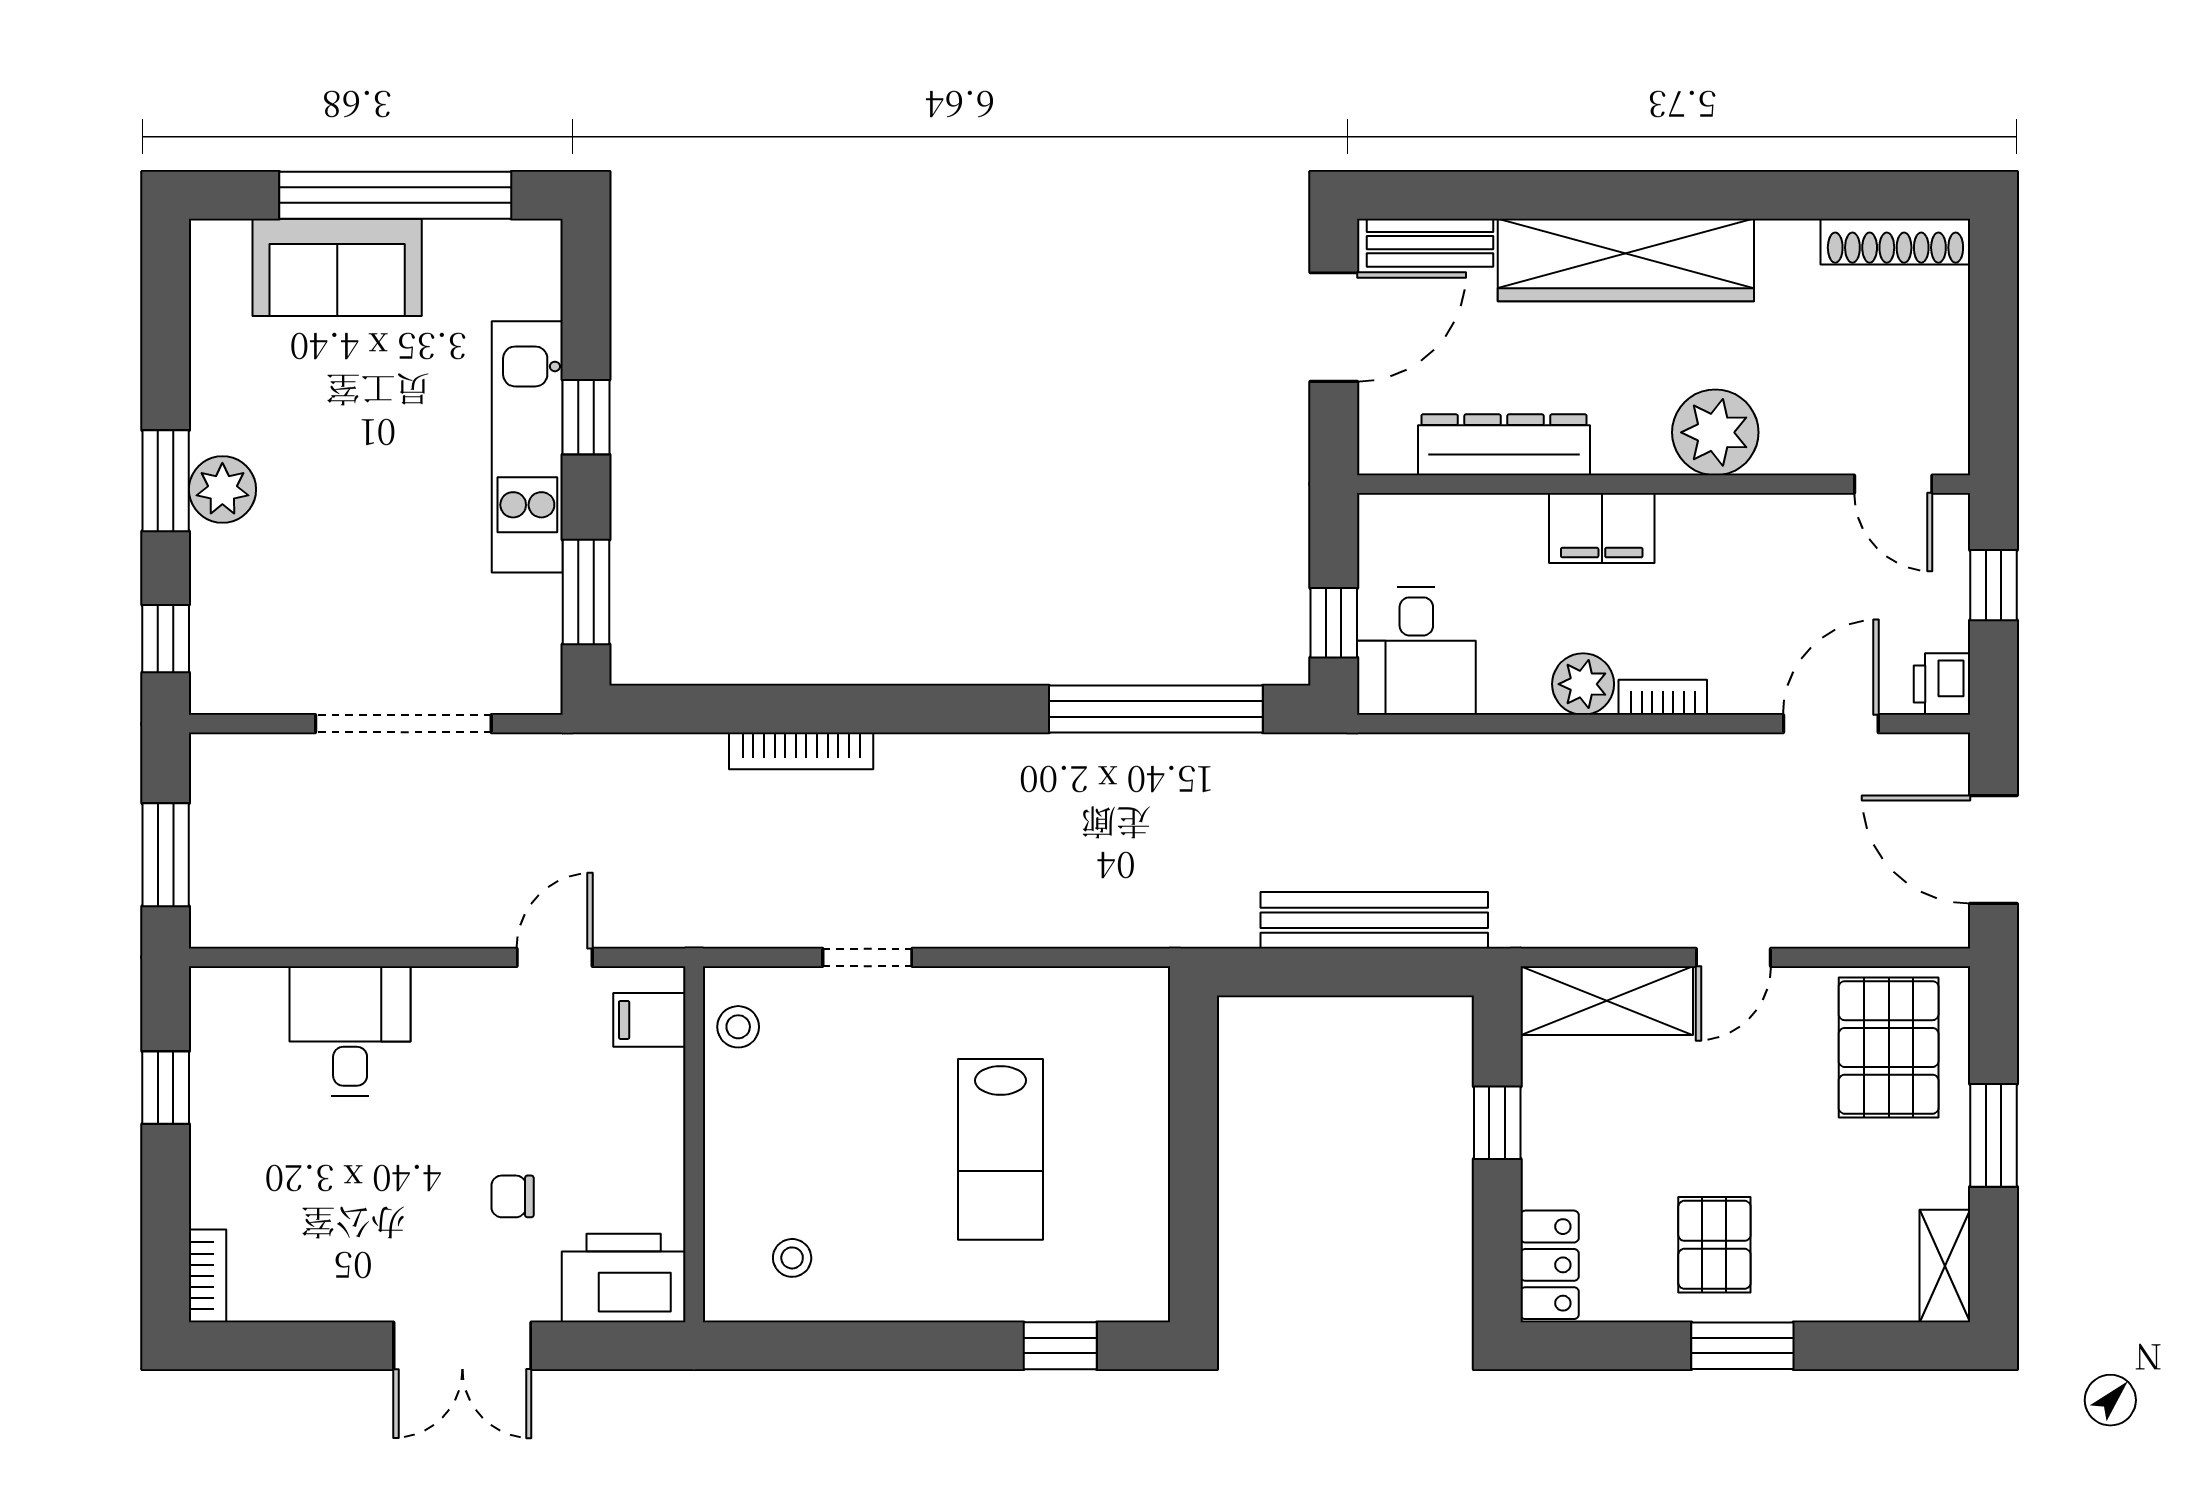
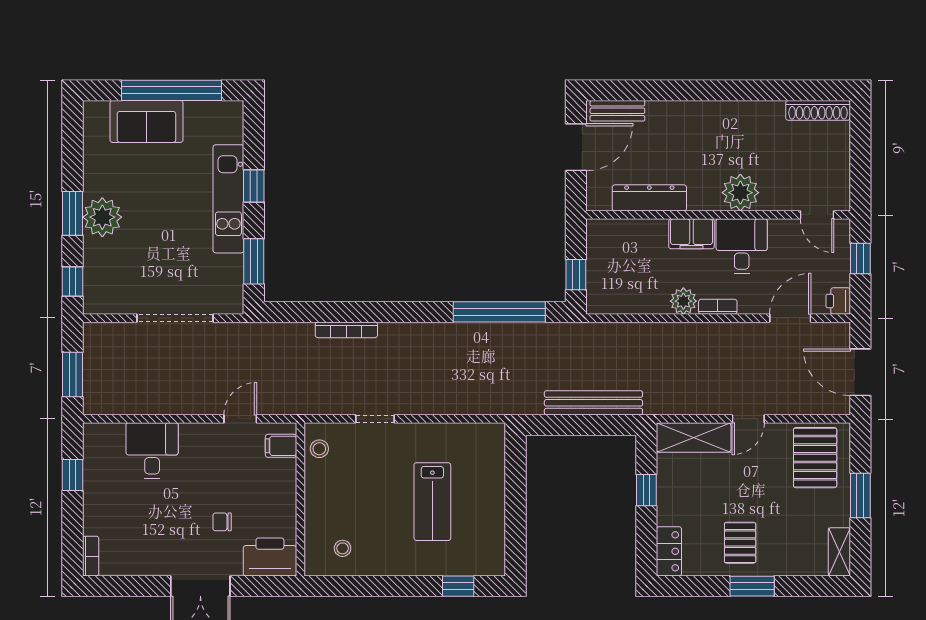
wardrobe: (1626, 260) -> (702, 118), removed
plant: (222, 489) -> (102, 217), width x1.36, depth x1.36
desk: (1416, 651) -> (742, 246), moved, turned 180

